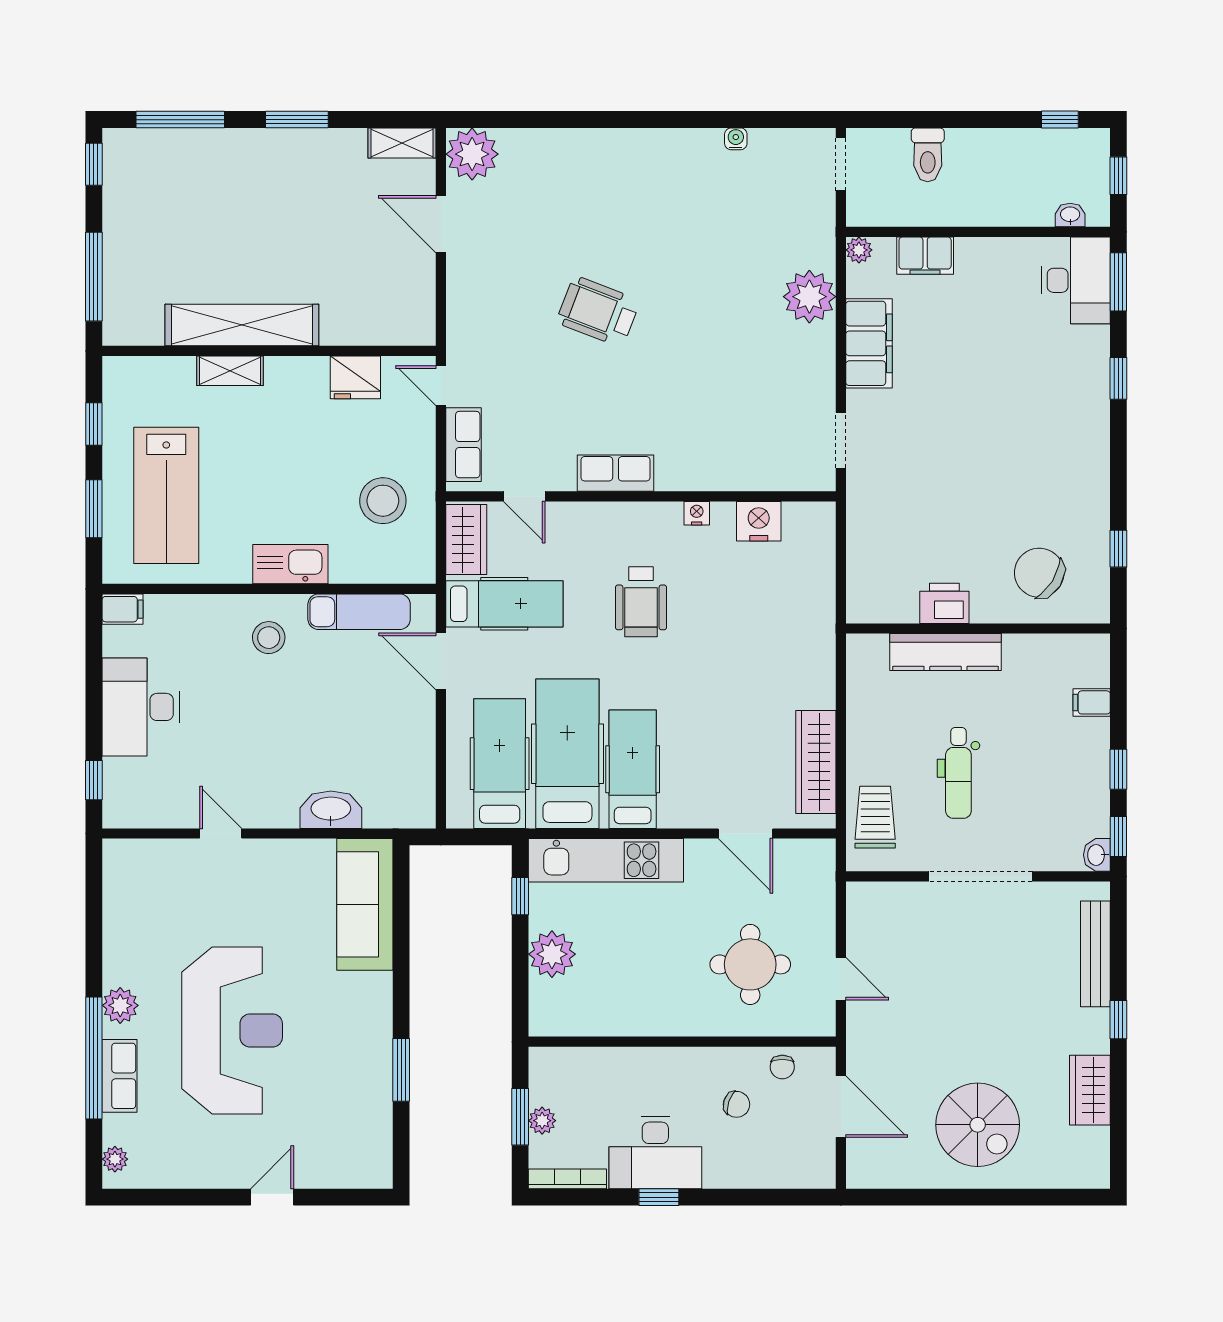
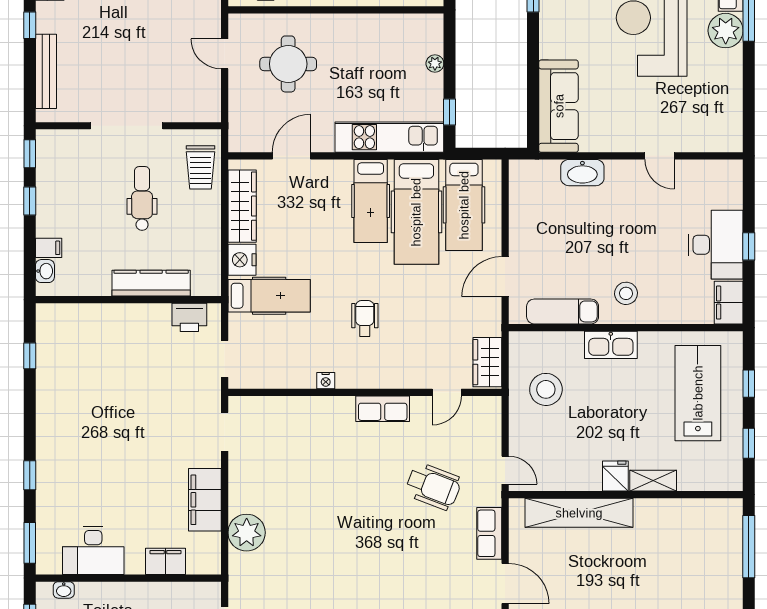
plant: (859, 250) -> (212, 565), removed
desk: (1076, 280) -> (93, 551), moved, turned -90
wheelchair: (598, 311) -> (433, 486), moved
shelving: (242, 325) -> (579, 513), moved
fridge: (355, 377) -> (615, 476), moved, width x0.72
row of seats: (464, 445) -> (489, 533), moved
door: (524, 496) -> (447, 392), swing flipped
window: (94, 509) -> (749, 384), width x0.67
nightstand: (759, 521) -> (242, 260), moved, turned 90
doorway: (841, 544) -> (225, 359), added
chair: (1039, 573) -> (85, 339), removed
wheelchair: (641, 602) -> (365, 318), width x0.73, depth x0.73
printer: (944, 603) -> (189, 317), moved
hospital bed: (504, 604) -> (269, 296), moved, turned 180
filing cabinet: (123, 609) -> (729, 303), width x2.00
door: (441, 661) -> (505, 277), swing flipped
window: (94, 780) -> (749, 246), moved
door: (745, 833) -> (291, 156), hinge flipped
washbasin: (1097, 855) -> (45, 271), moved
plant: (552, 954) -> (435, 63), width x0.53, depth x0.53
plant: (120, 1005) -> (726, 31), width x1.36, depth x1.36

